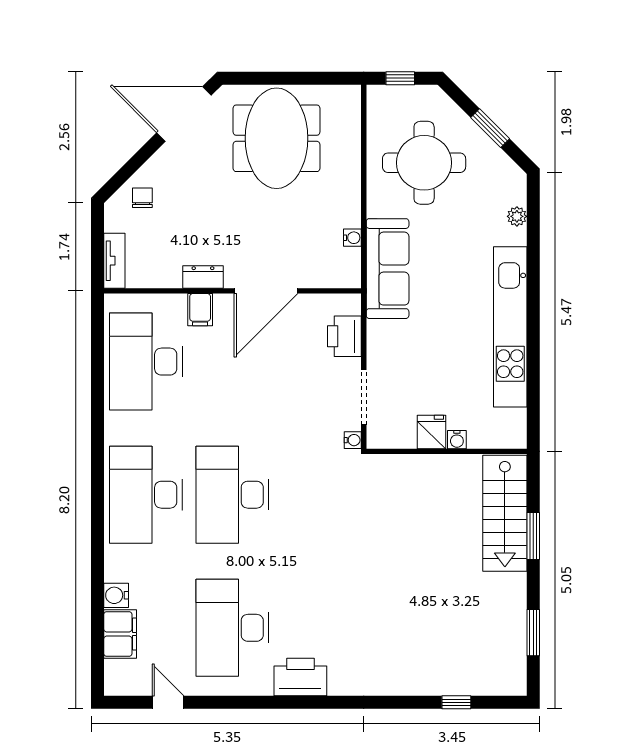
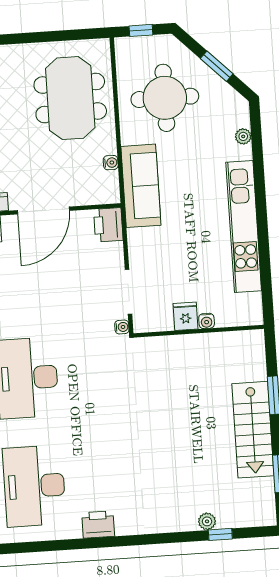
meeting table: (277, 138) -> (70, 98), moved
printer: (344, 336) -> (108, 225), moved
stairs: (505, 513) -> (253, 430), moved
printer: (300, 677) -> (98, 524), width x0.73, depth x0.84
plant: (441, 685) -> (207, 521), added

